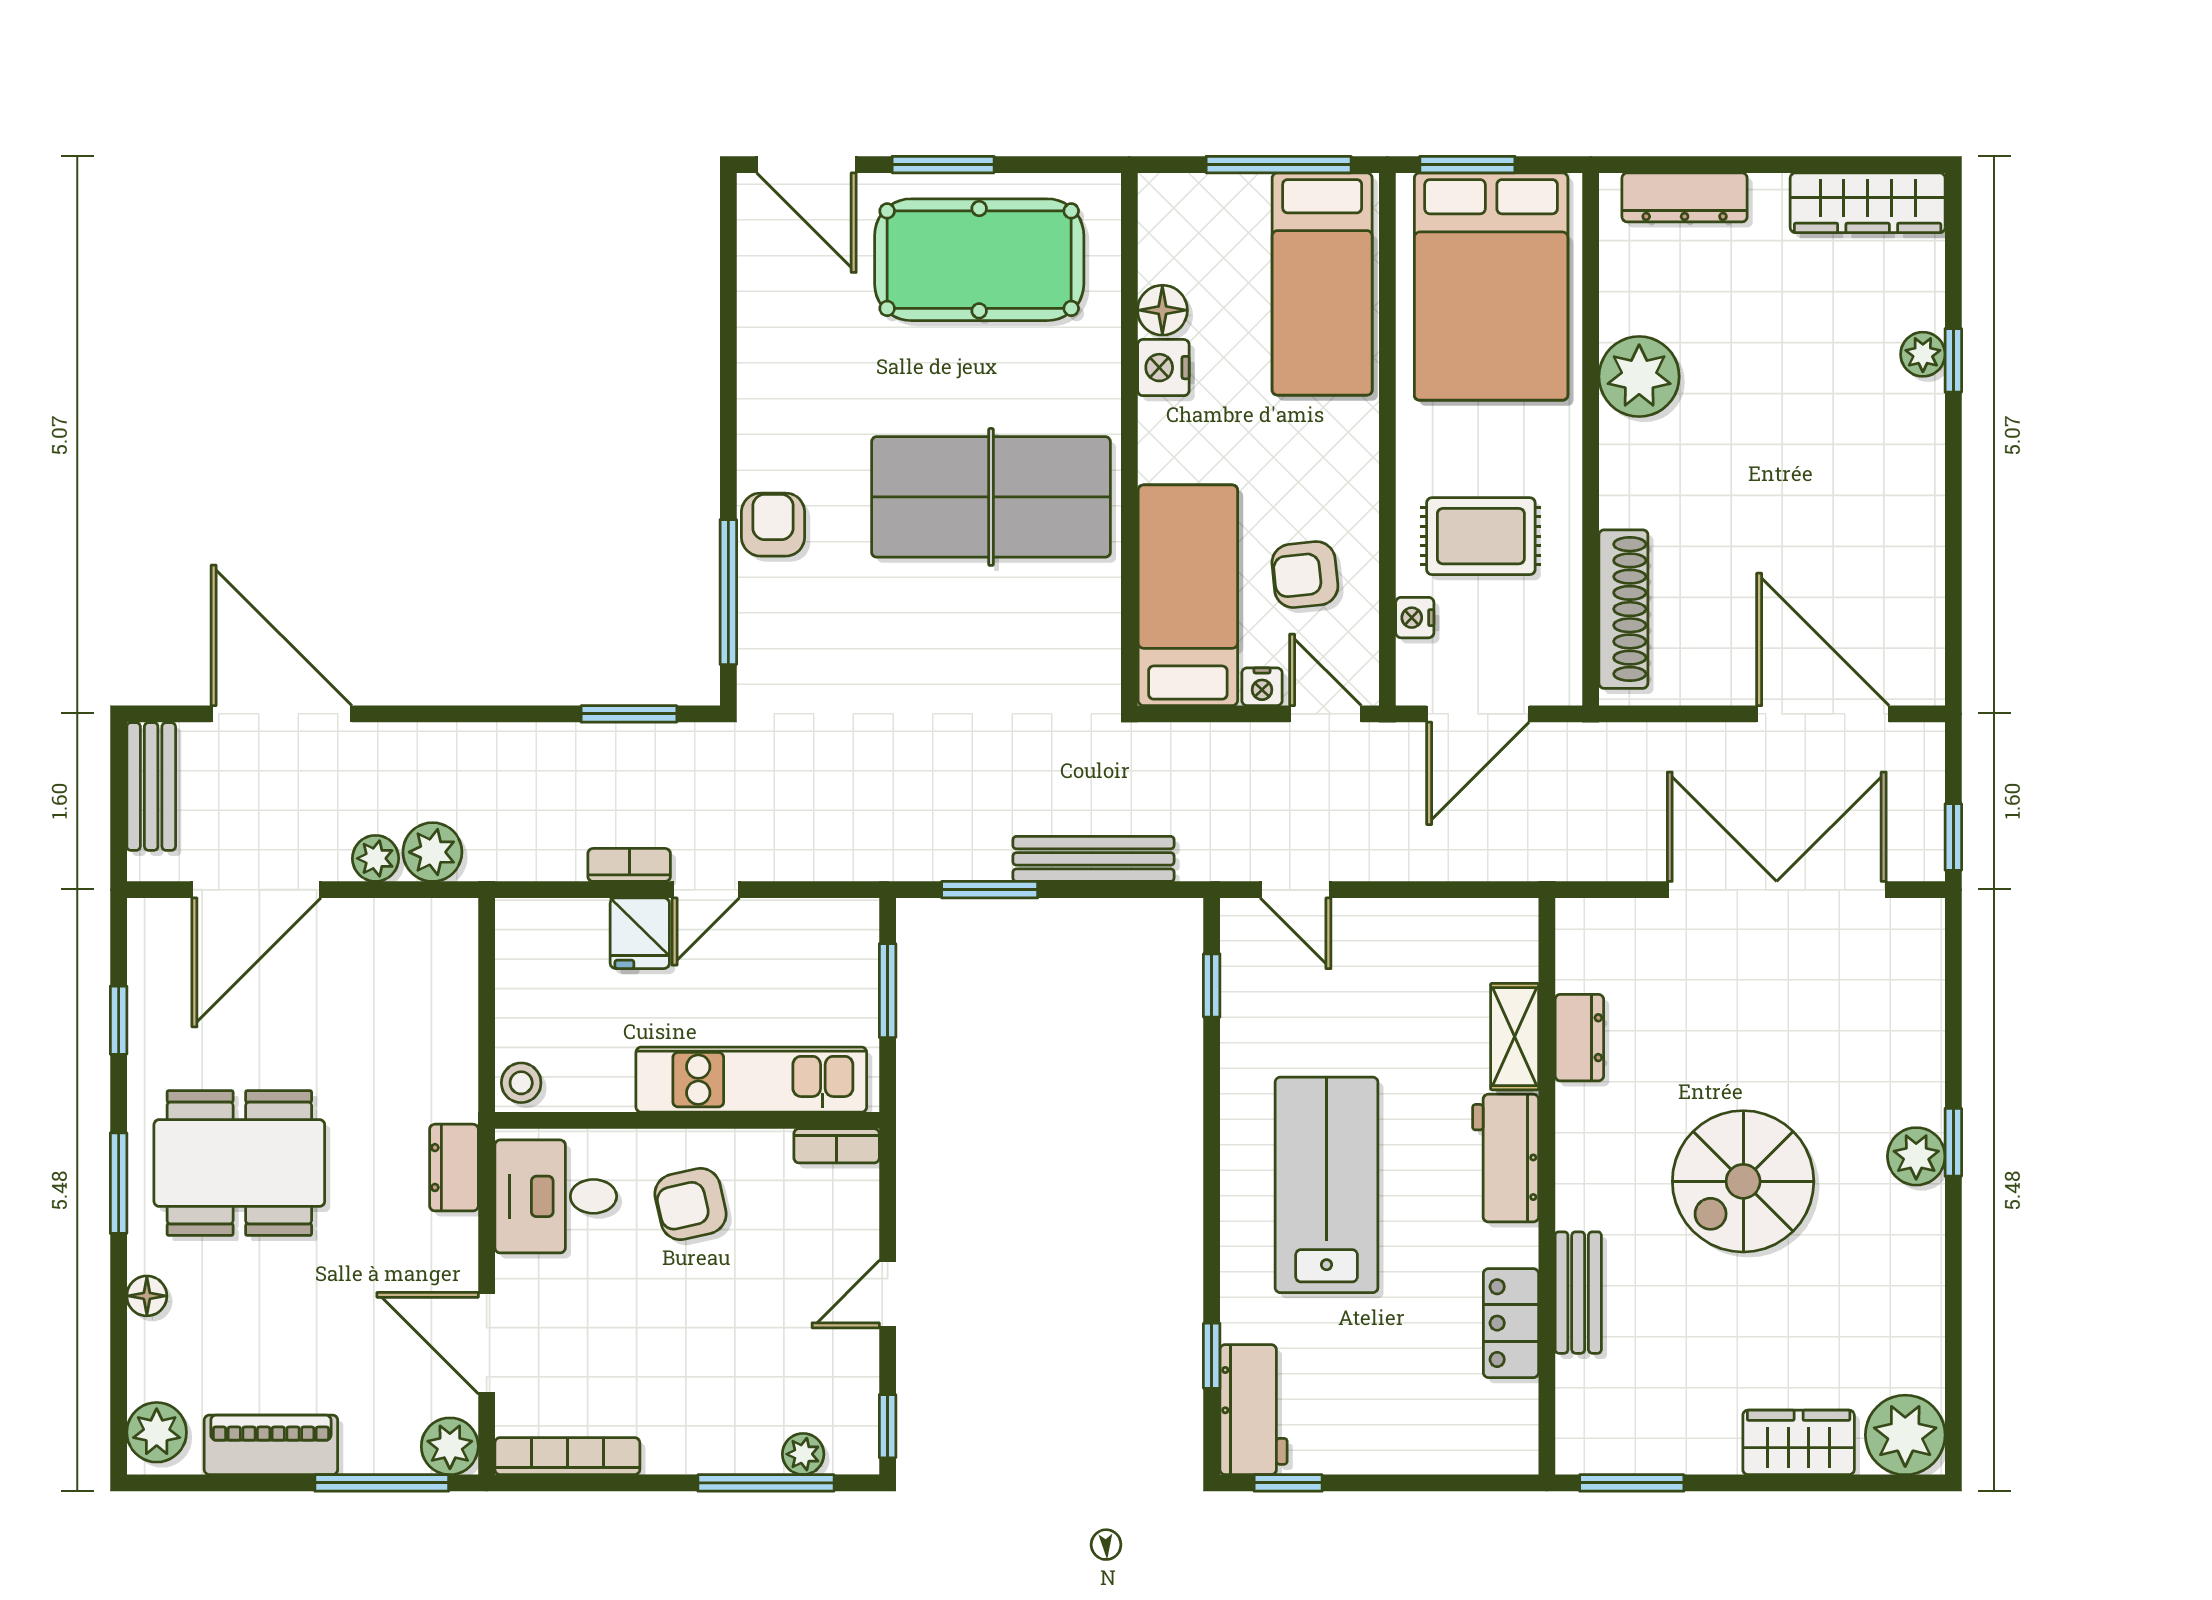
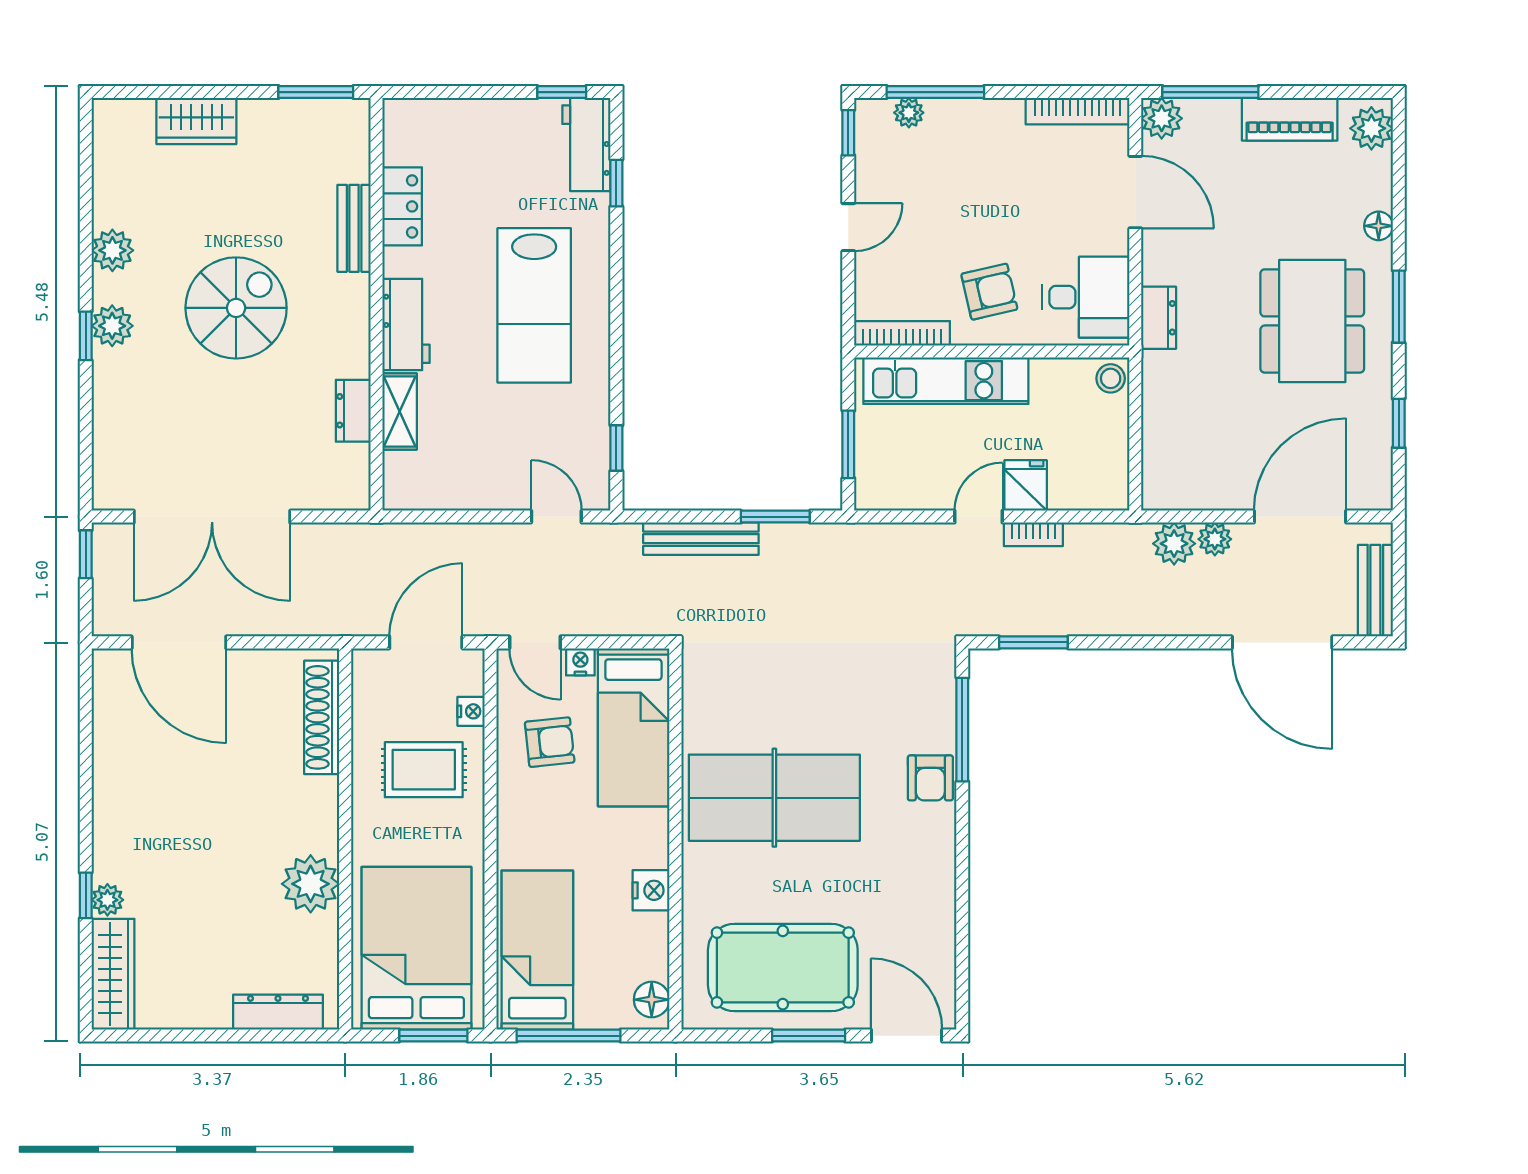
wardrobe: (1868, 203) -> (113, 974), moved, turned 90
floor lamp: (1162, 310) -> (652, 1000), moved
bookcase: (837, 1146) -> (902, 333), width x1.56
dining table: (239, 1163) -> (1312, 321), turned 90
plant: (1905, 1435) -> (112, 250), moved, width x0.73, depth x0.73

